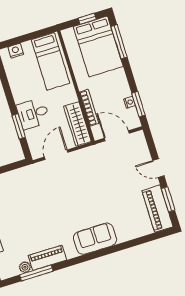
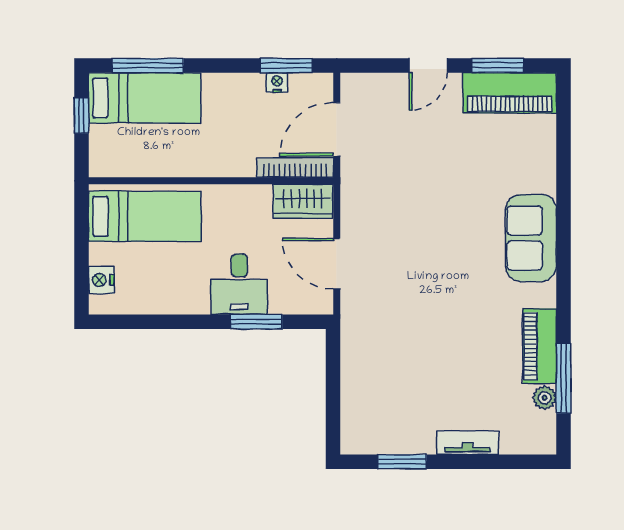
bed: (98, 47) -> (145, 98), width x0.67
bookcase: (89, 108) -> (295, 168), moved
wardrobe: (77, 124) -> (303, 201), width x0.67

